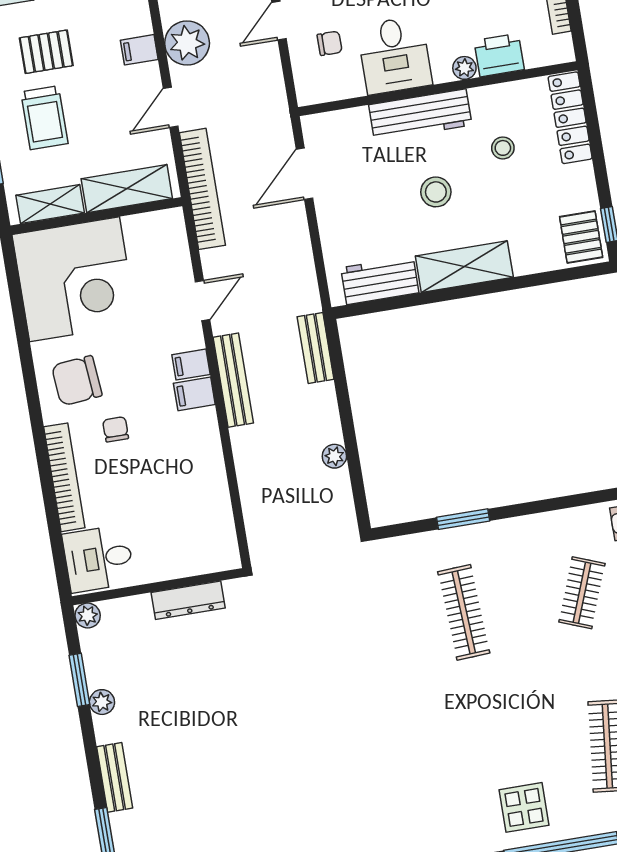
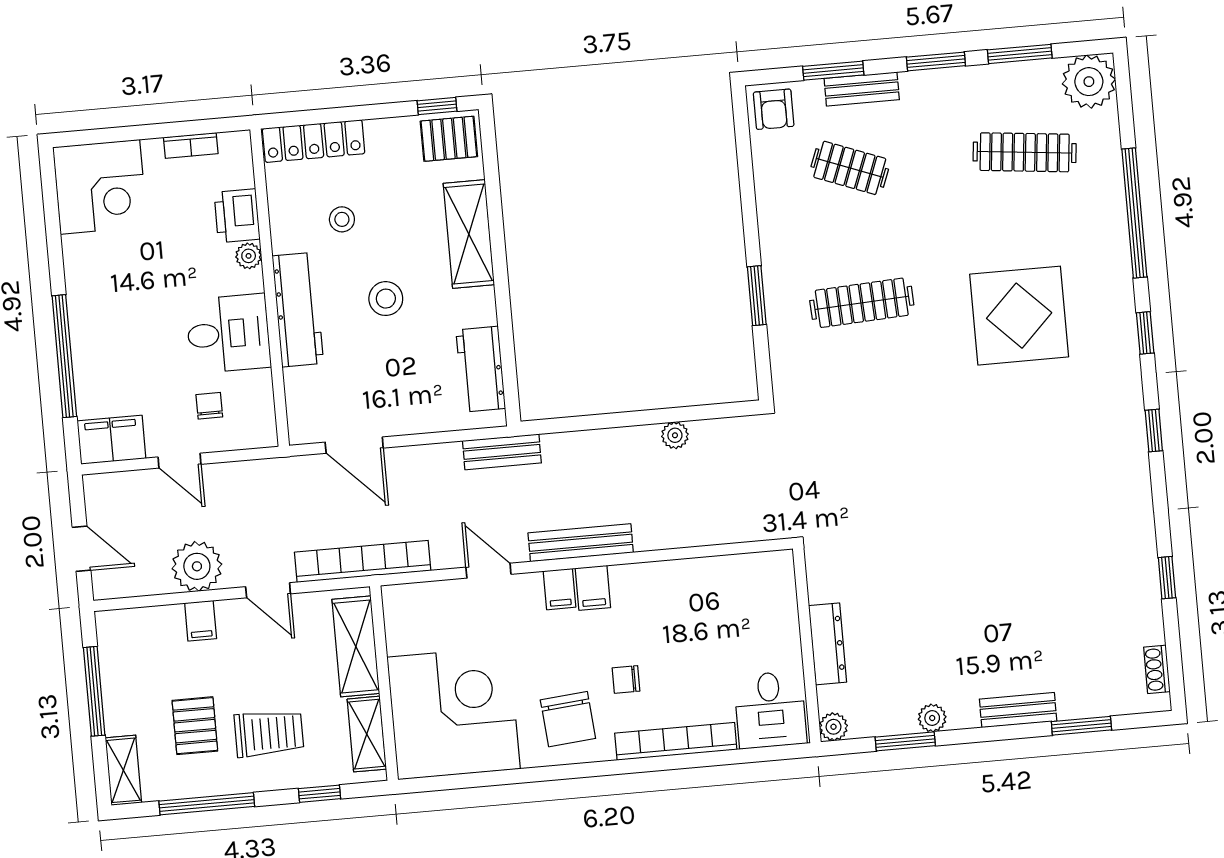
shelving: (464, 267) -> (469, 234), moved
bench: (316, 348) -> (502, 452), moved
dresser: (188, 600) -> (828, 644), moved
display table: (524, 807) -> (1019, 316), moved, width x1.86, depth x1.86

